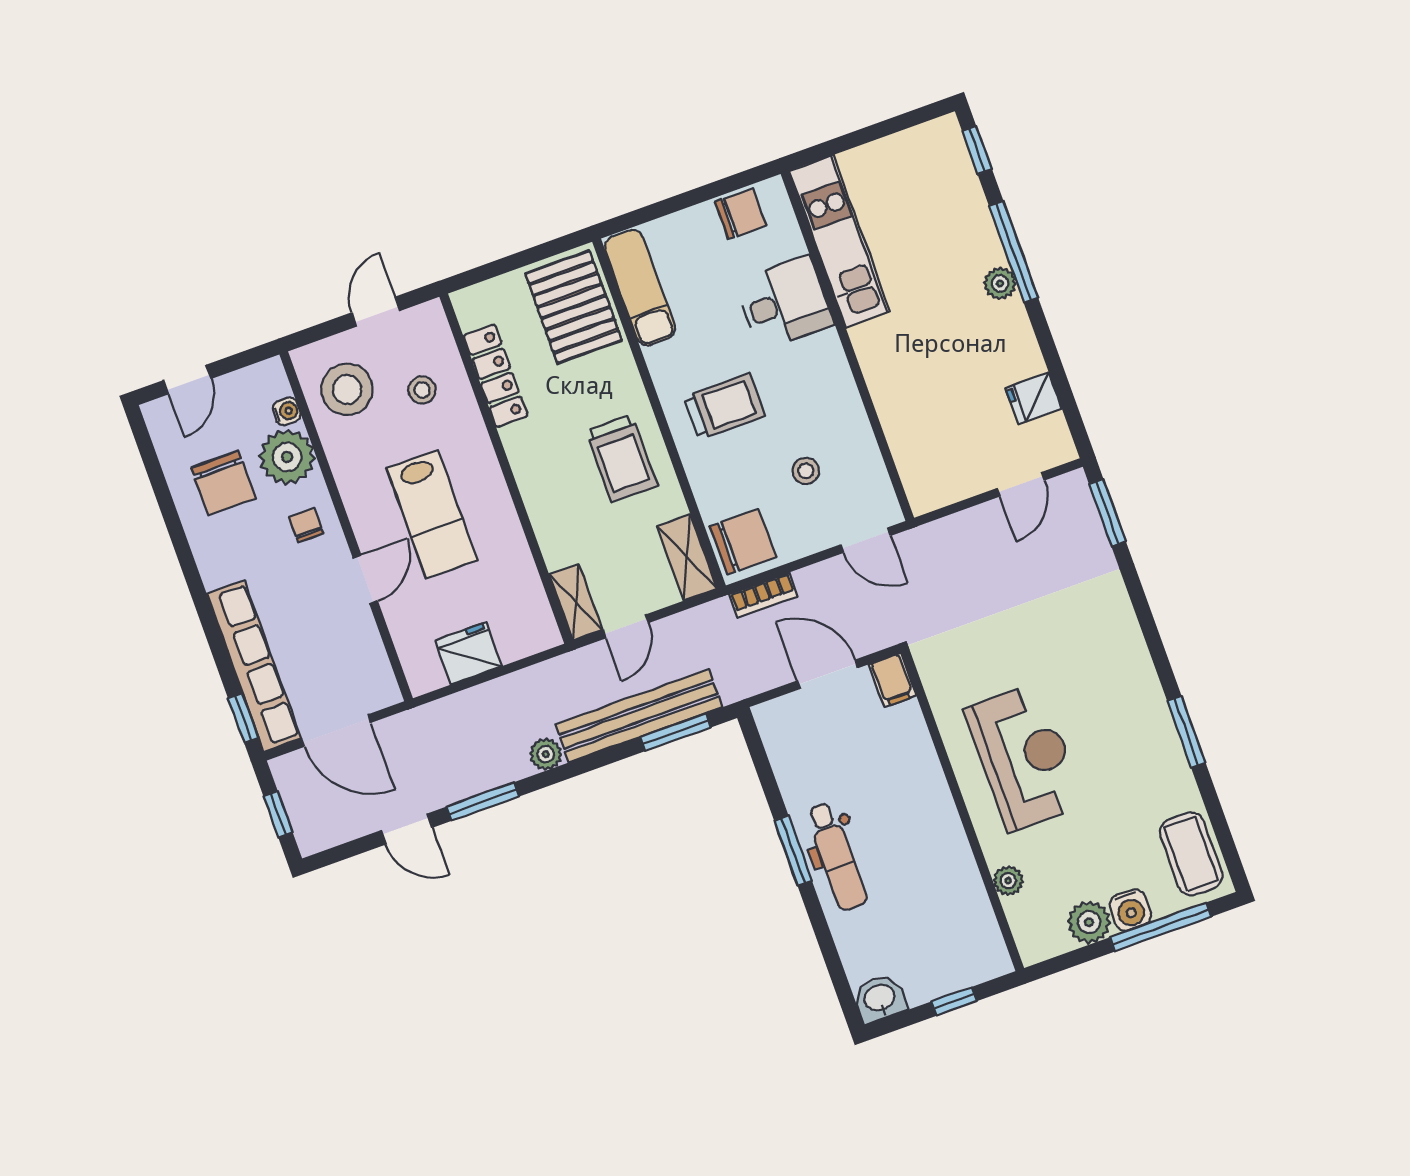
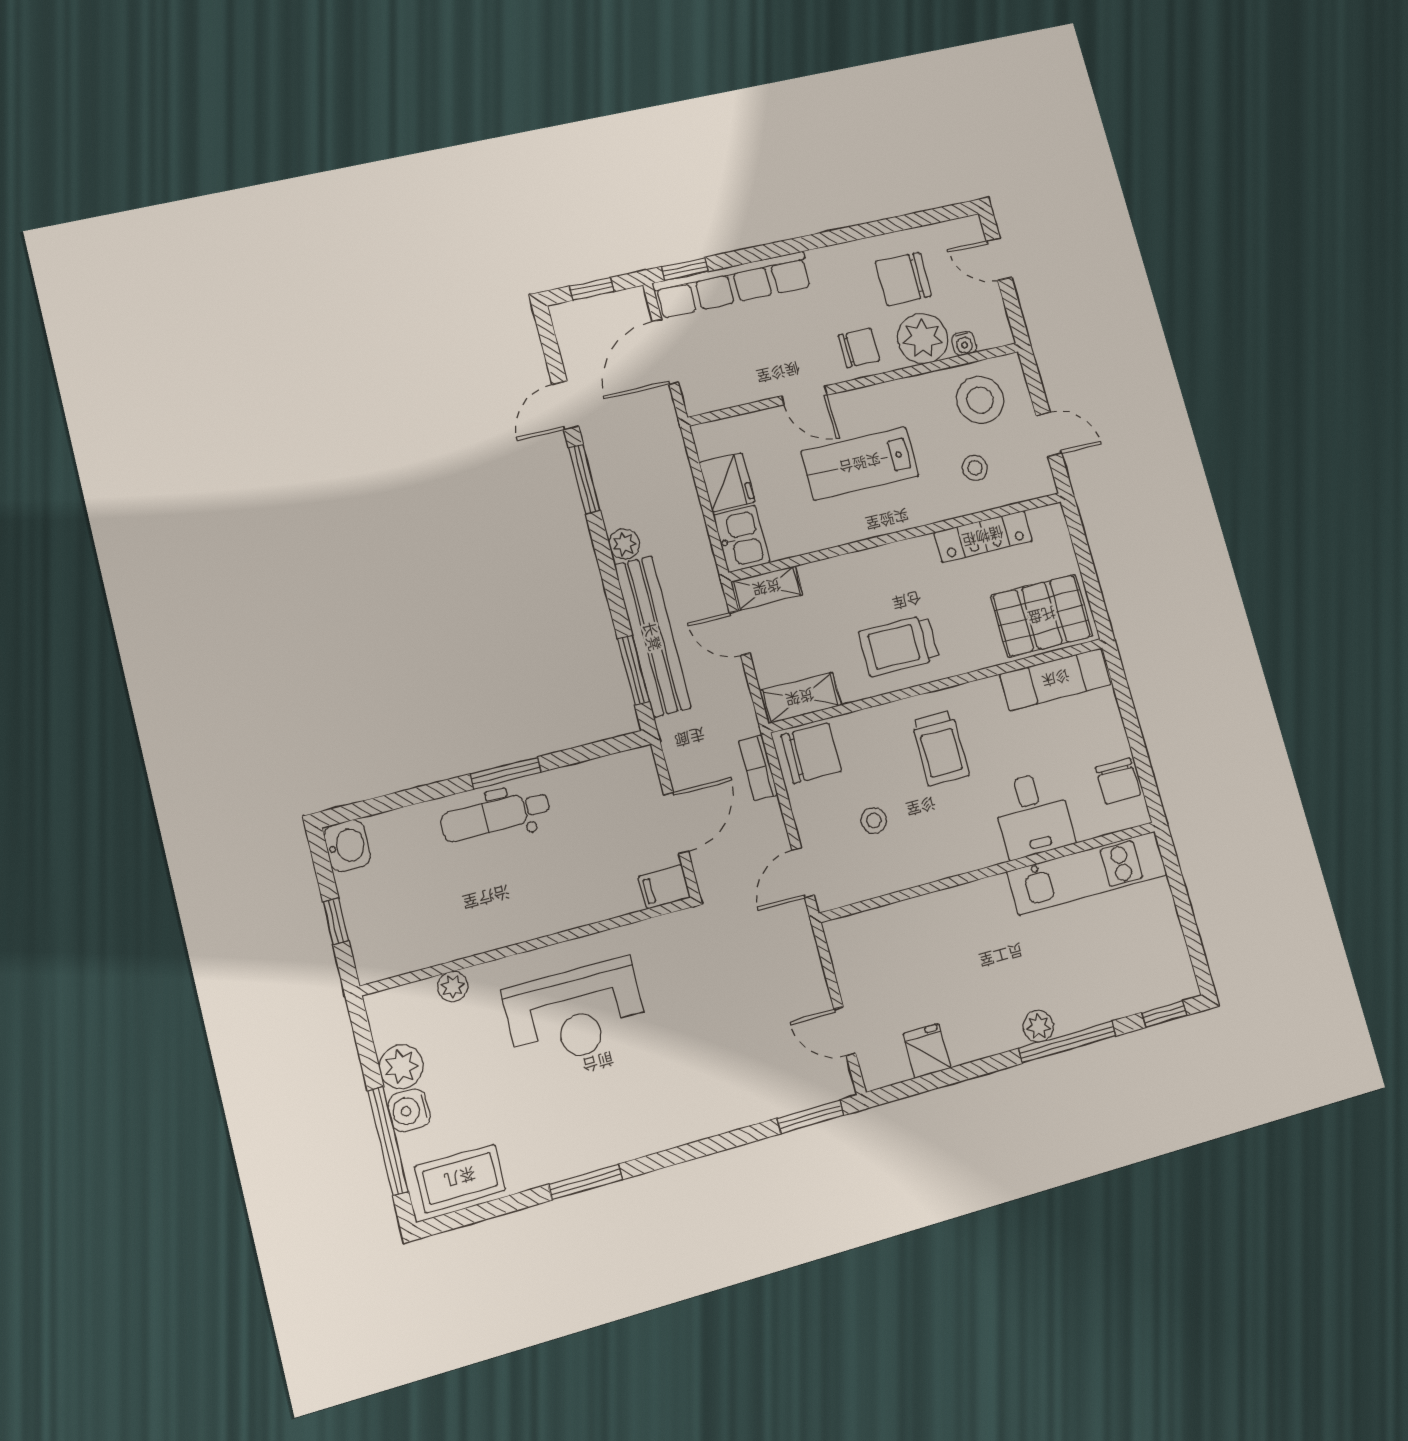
chair: (306, 525) -> (859, 348), width x1.37, depth x1.37
chair: (743, 542) -> (811, 753), turned -90
kitchen sink: (527, 633) -> (742, 539), added

